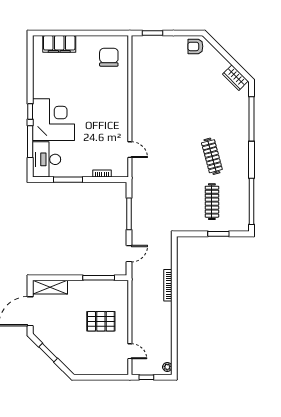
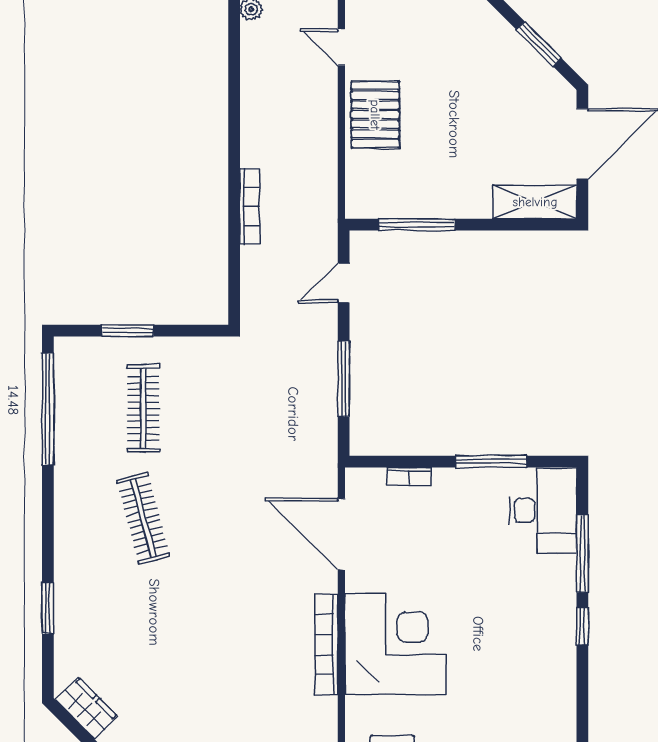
bookcase: (136, 104) -> (326, 645), added
window: (251, 119) -> (48, 608), width x0.47
corner desk: (54, 120) -> (395, 644), moved, turned 180
door: (130, 150) -> (341, 534), width x1.88
pallet: (101, 321) -> (375, 115), moved, turned 90

